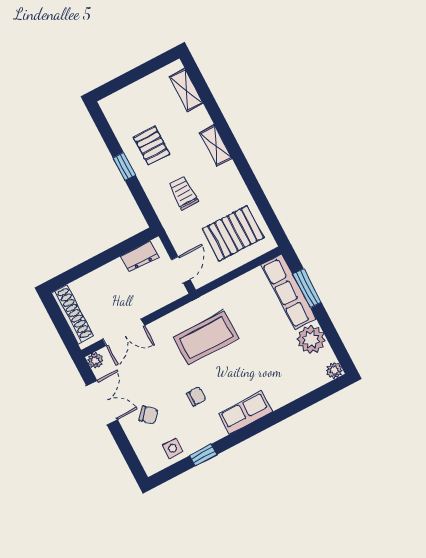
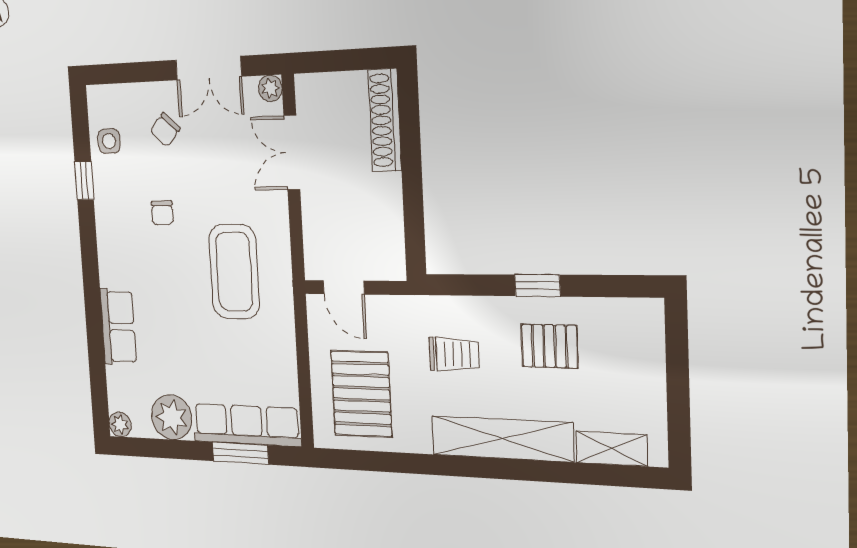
shelving: (216, 146) -> (502, 439), width x2.20, depth x1.33
dresser: (140, 256) -> (390, 236), removed
shoe rack: (72, 314) -> (385, 120), moved, turned 90
row of seats: (246, 413) -> (118, 327), moved

